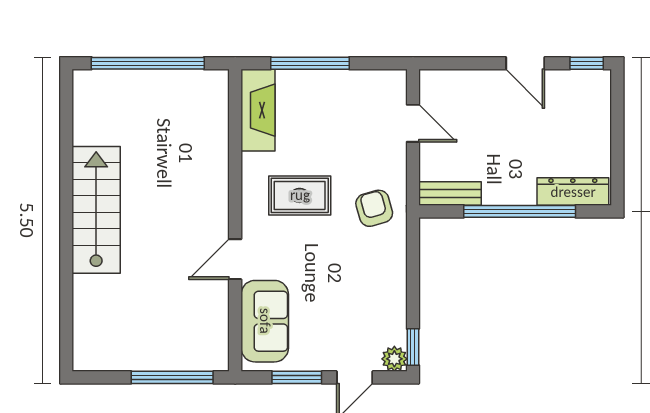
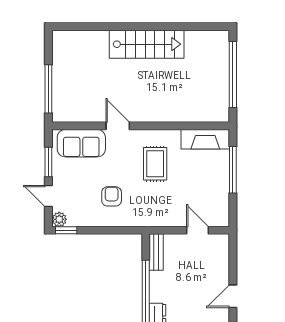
door: (413, 123) -> (198, 230), swing flipped
armchair: (374, 208) -> (112, 196), moved, turned -74

